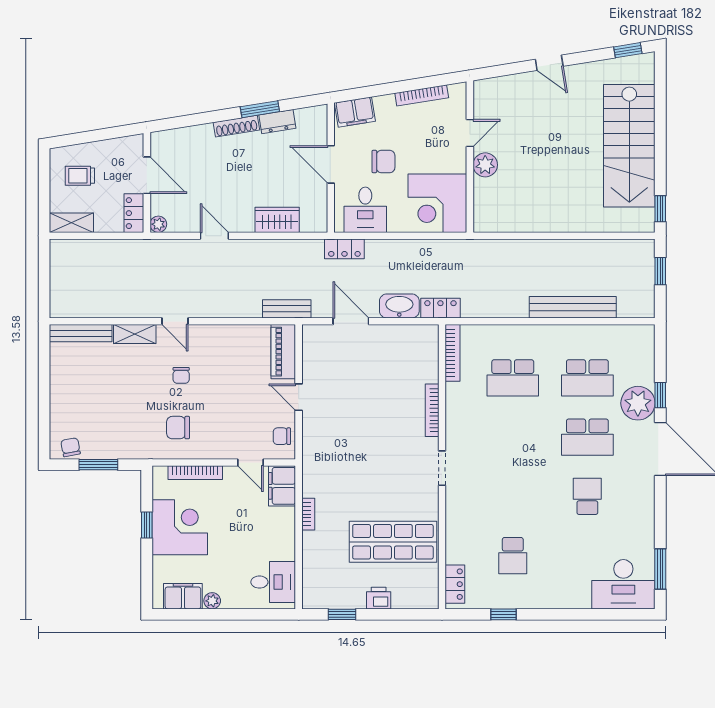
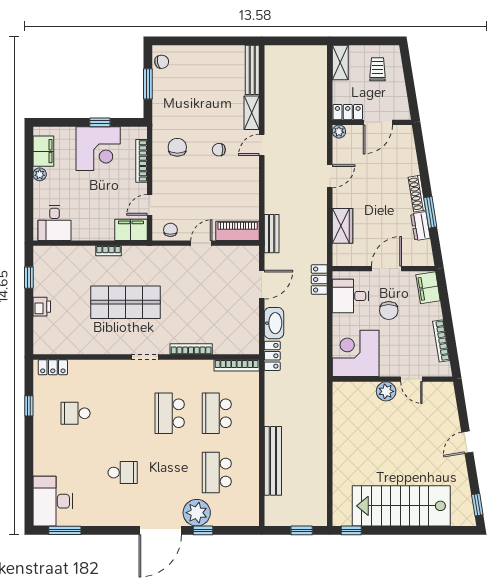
school desk: (587, 437) -> (170, 413), moved
shop shelf: (393, 542) -> (125, 302), moved, turned 90

